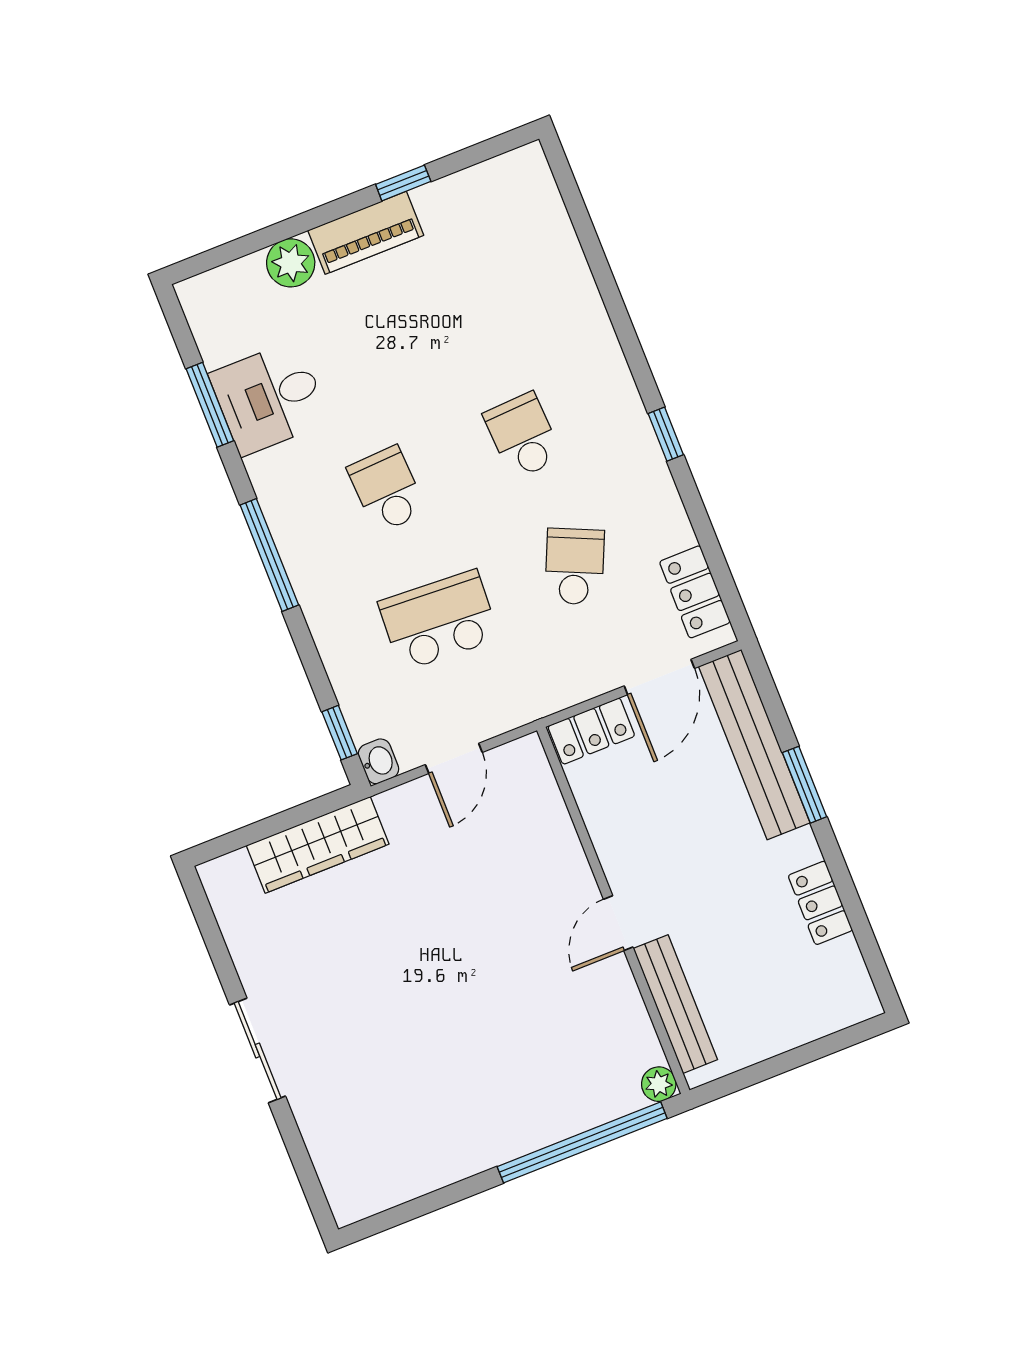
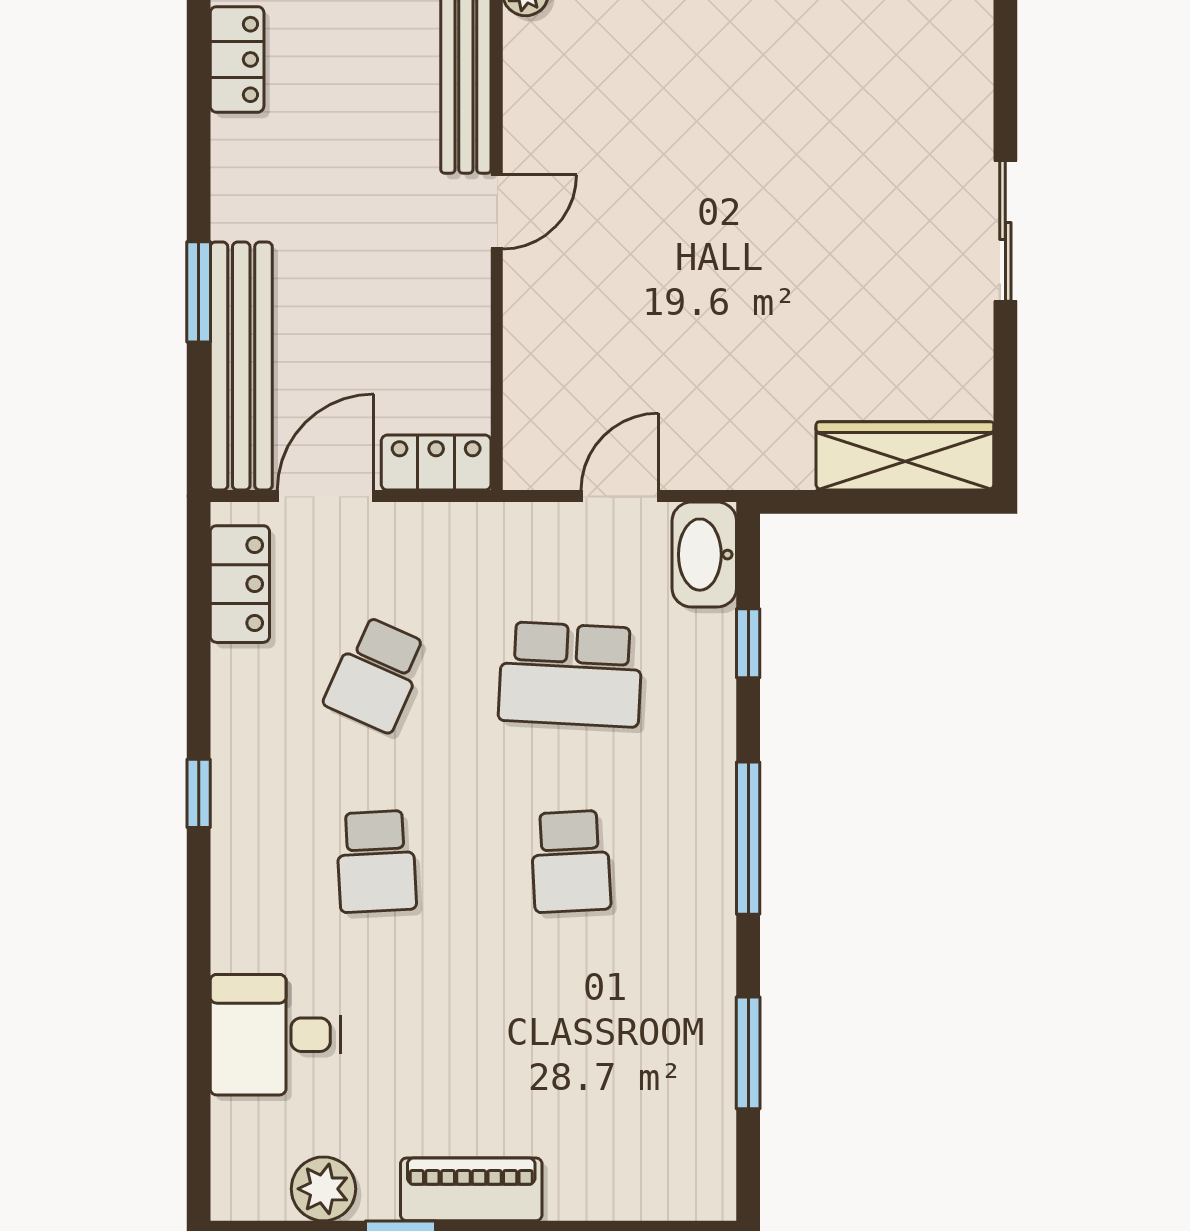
plant: (291, 263) -> (323, 1189), moved
desk: (269, 398) -> (275, 1035), moved, turned 180
window: (340, 733) -> (748, 643), moved
washbasin: (378, 761) -> (704, 555), width x1.91, depth x1.45
wardrobe: (318, 845) -> (905, 456), moved
locker: (820, 903) -> (237, 59), moved

